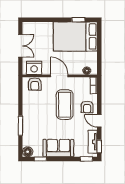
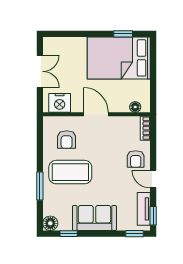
armchair: (35, 84) -> (67, 140), moved
coffee table: (65, 105) -> (70, 172), moved, turned 90

